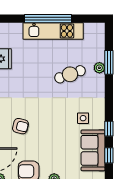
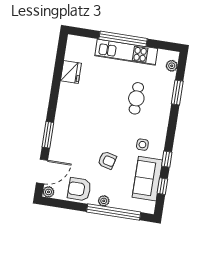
plant: (99, 68) -> (172, 66), moved
cafe table: (70, 74) -> (136, 98), turned -71
armchair: (20, 126) -> (107, 160), moved

